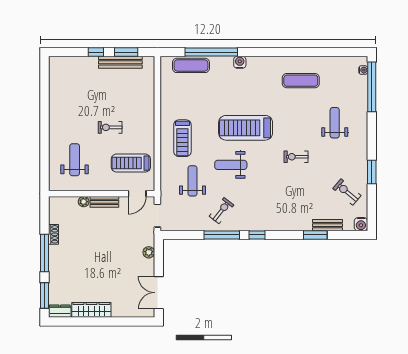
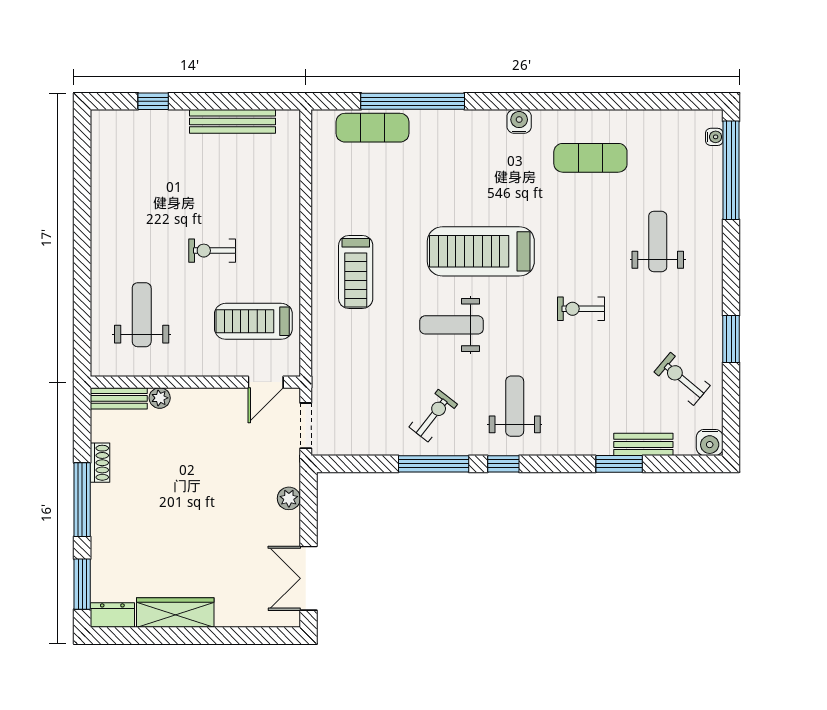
window: (96, 52) -> (153, 101), moved
window: (126, 52) -> (244, 101), removed
water cooler: (240, 62) -> (519, 121), moved
weight bench: (193, 181) -> (515, 406), moved
bench: (104, 202) -> (119, 398), moved

